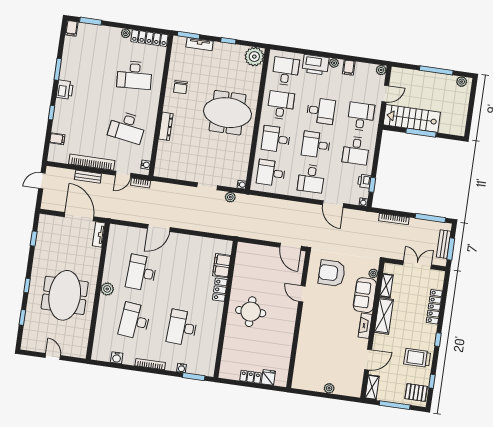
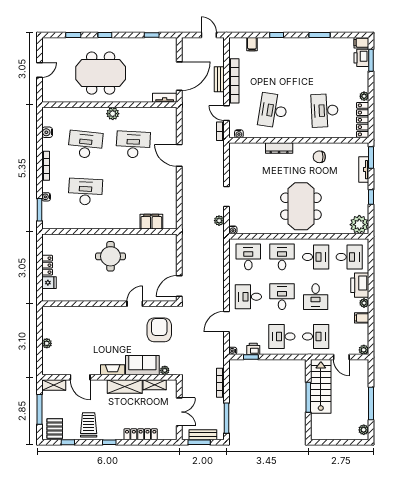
printer: (65, 90) -> (361, 58), moved, turned 90
locker: (220, 290) -> (128, 223), removed

